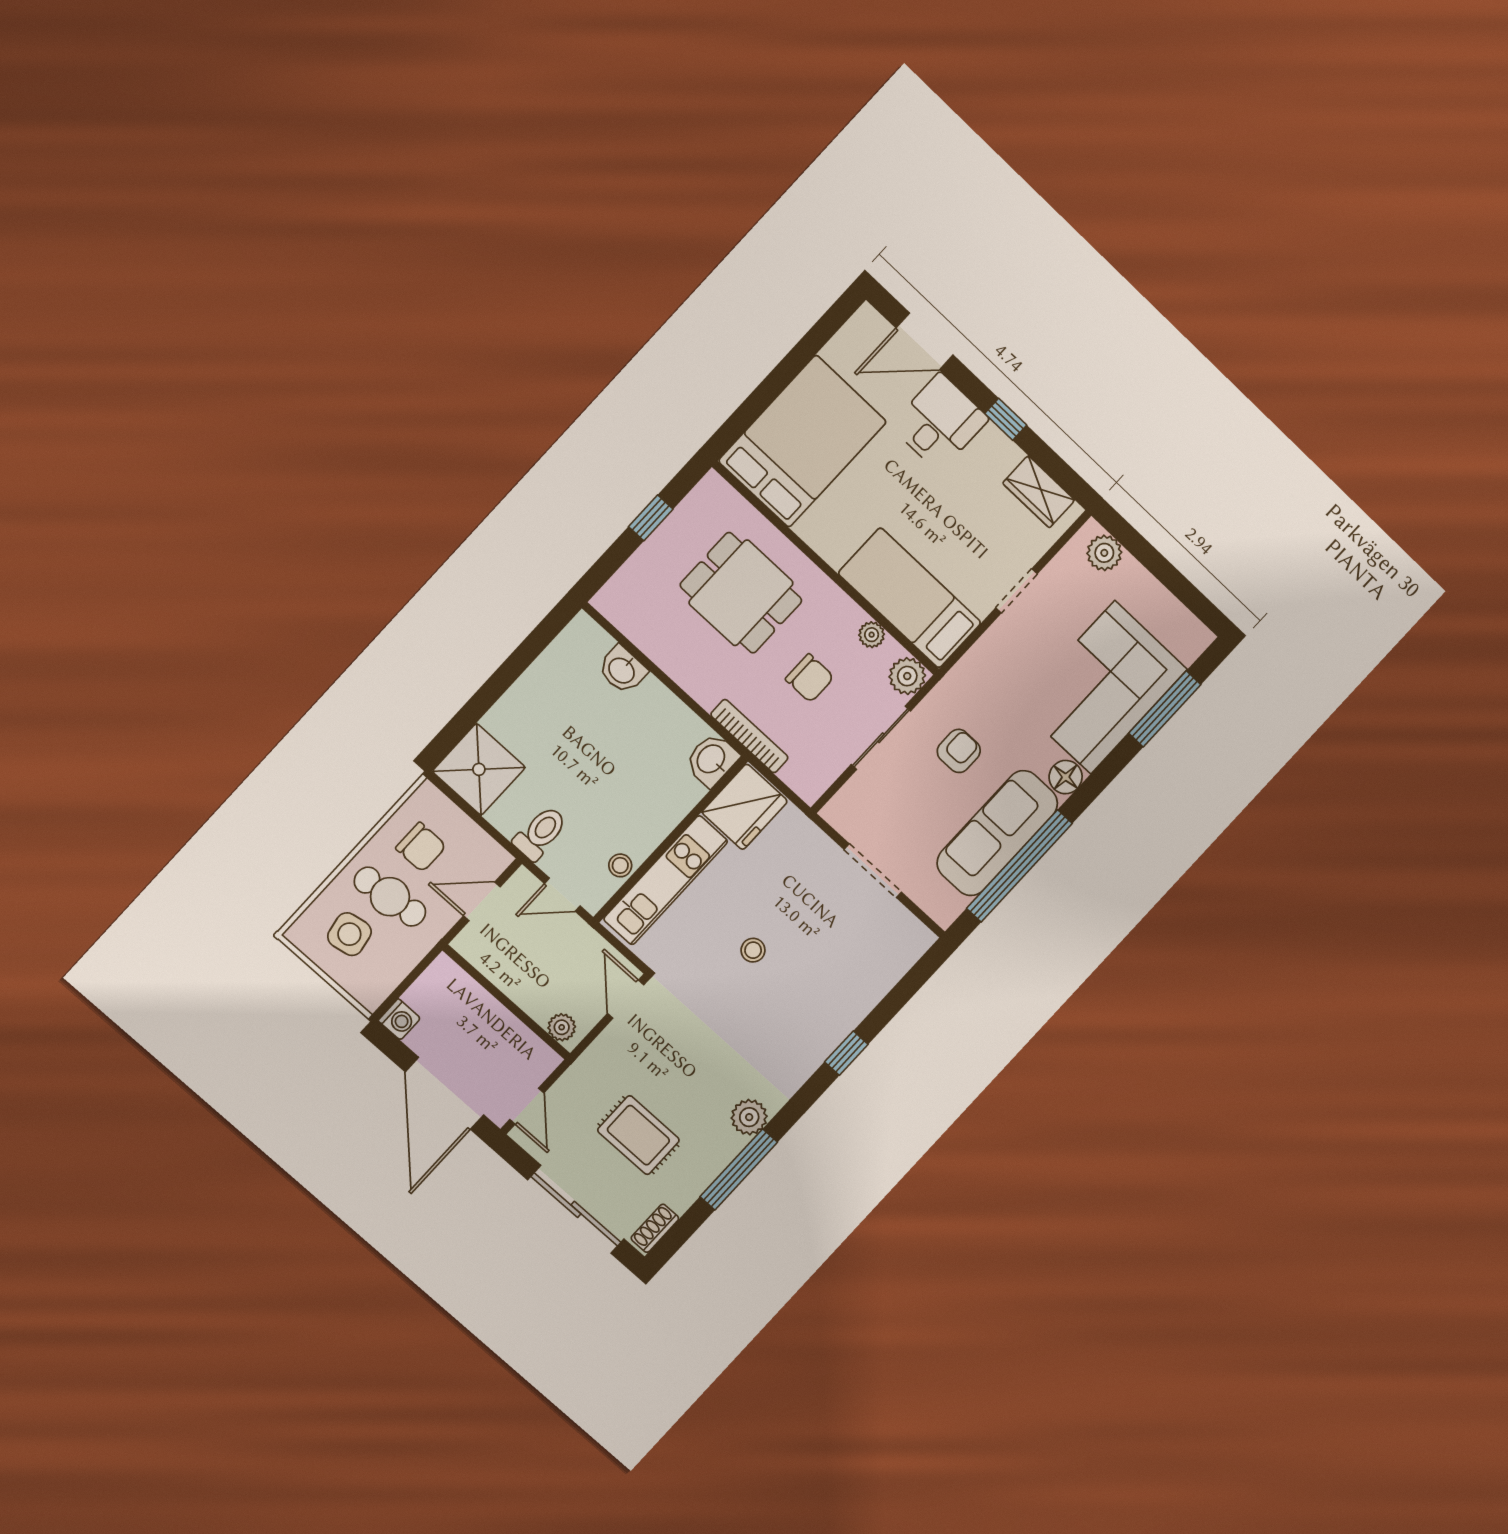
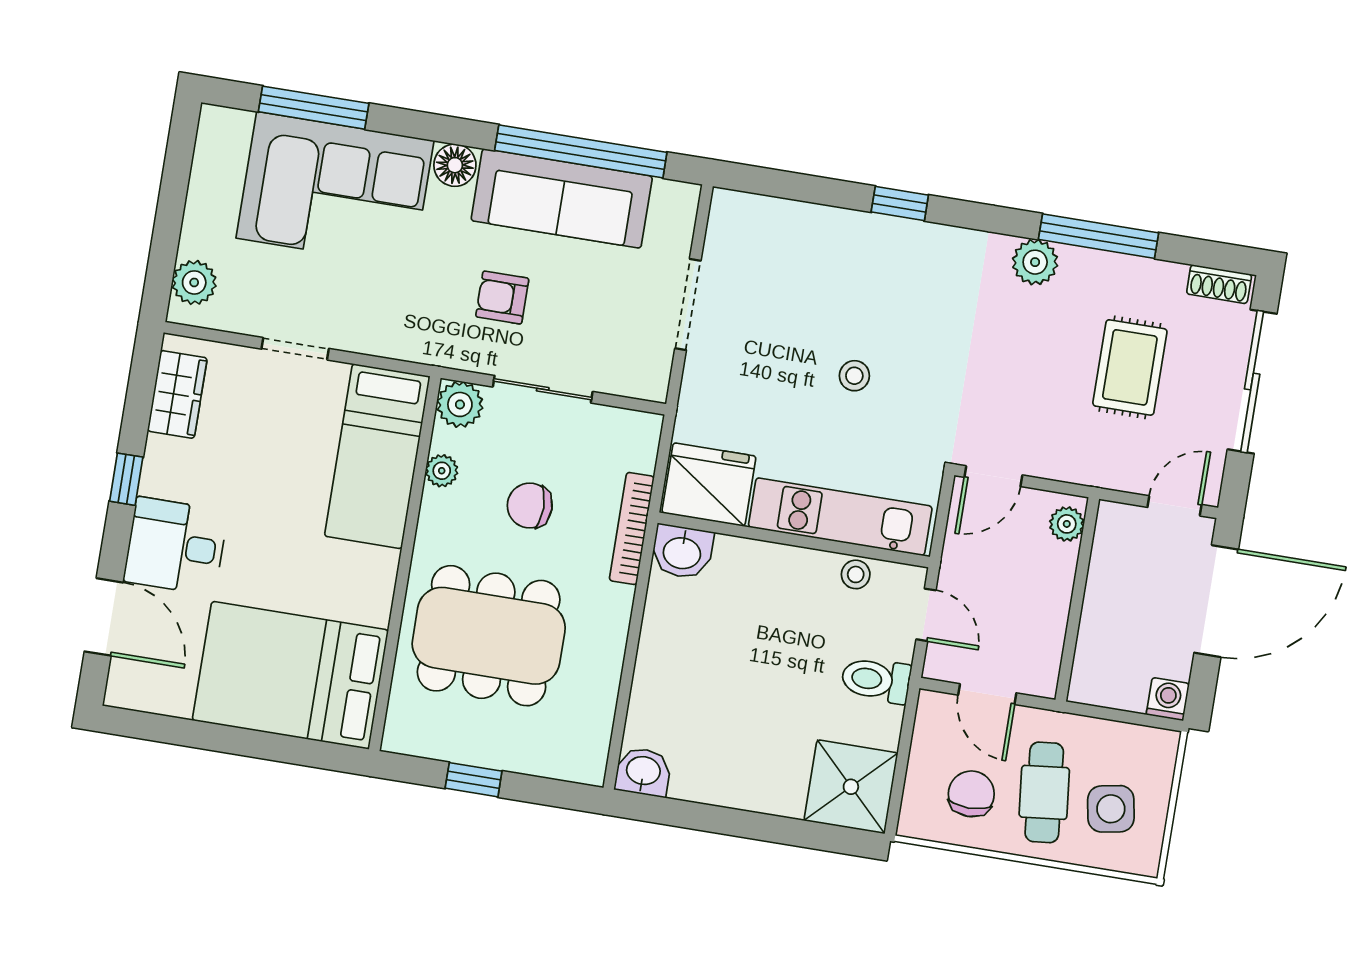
dining table: (741, 593) -> (489, 636), width x1.38
washbasin: (622, 670) -> (643, 772), moved, turned -90
chair: (810, 678) -> (530, 506), turned -90

